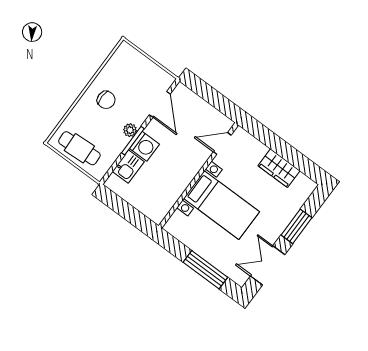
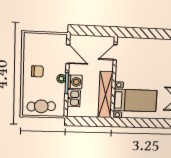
wardrobe: (279, 168) -> (154, 45), removed
shelving: (173, 190) -> (105, 95), added
bed with nightstands: (222, 205) -> (135, 100), moved
window: (205, 270) -> (150, 123), removed

